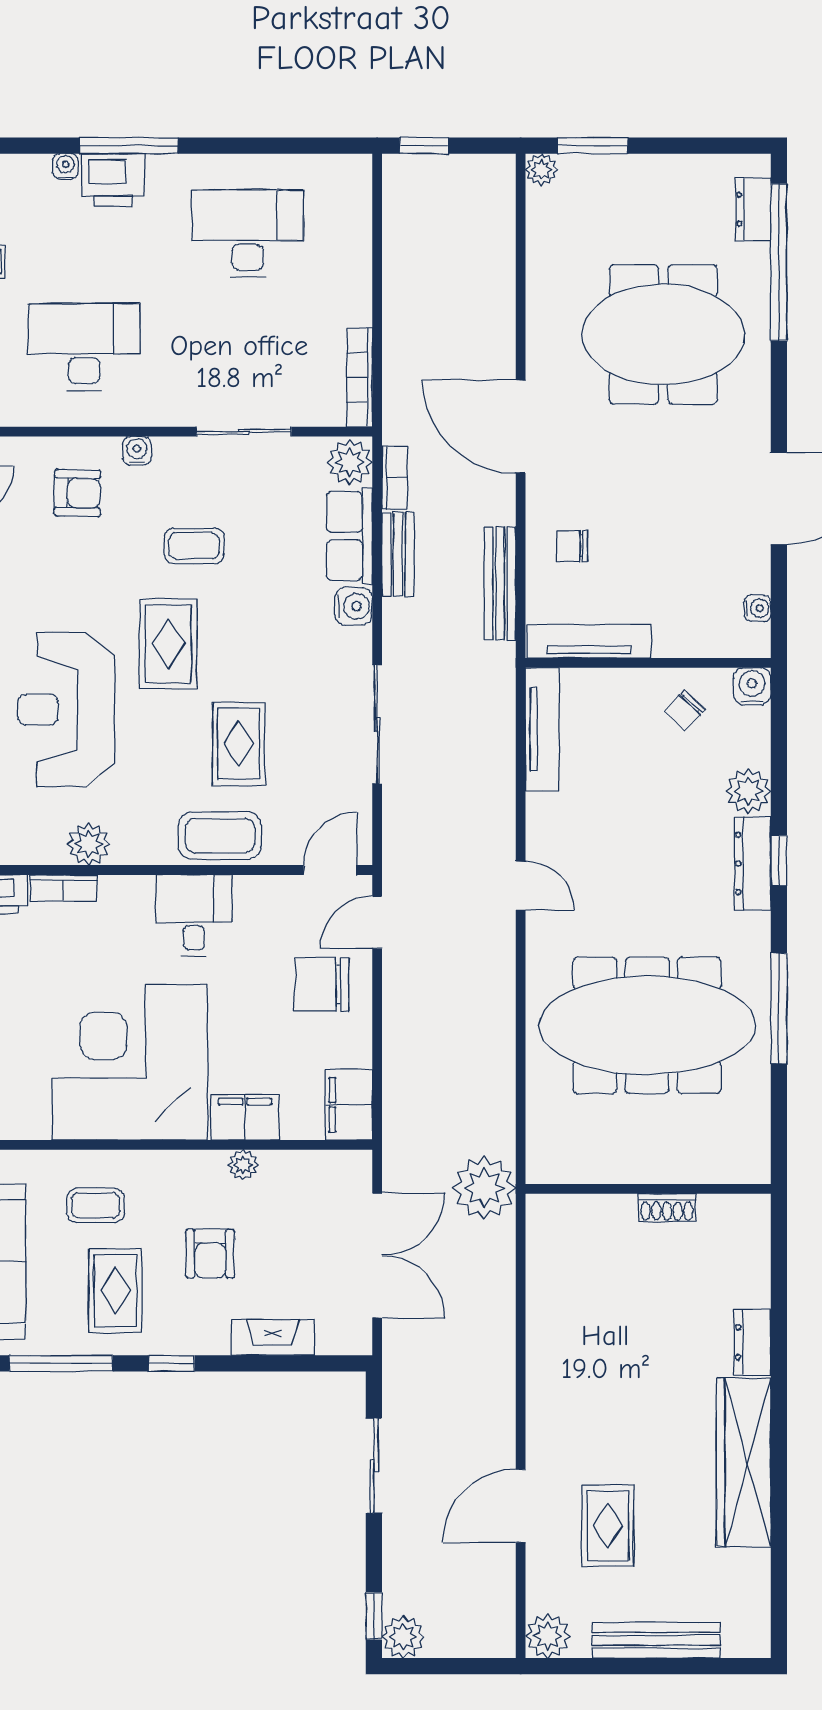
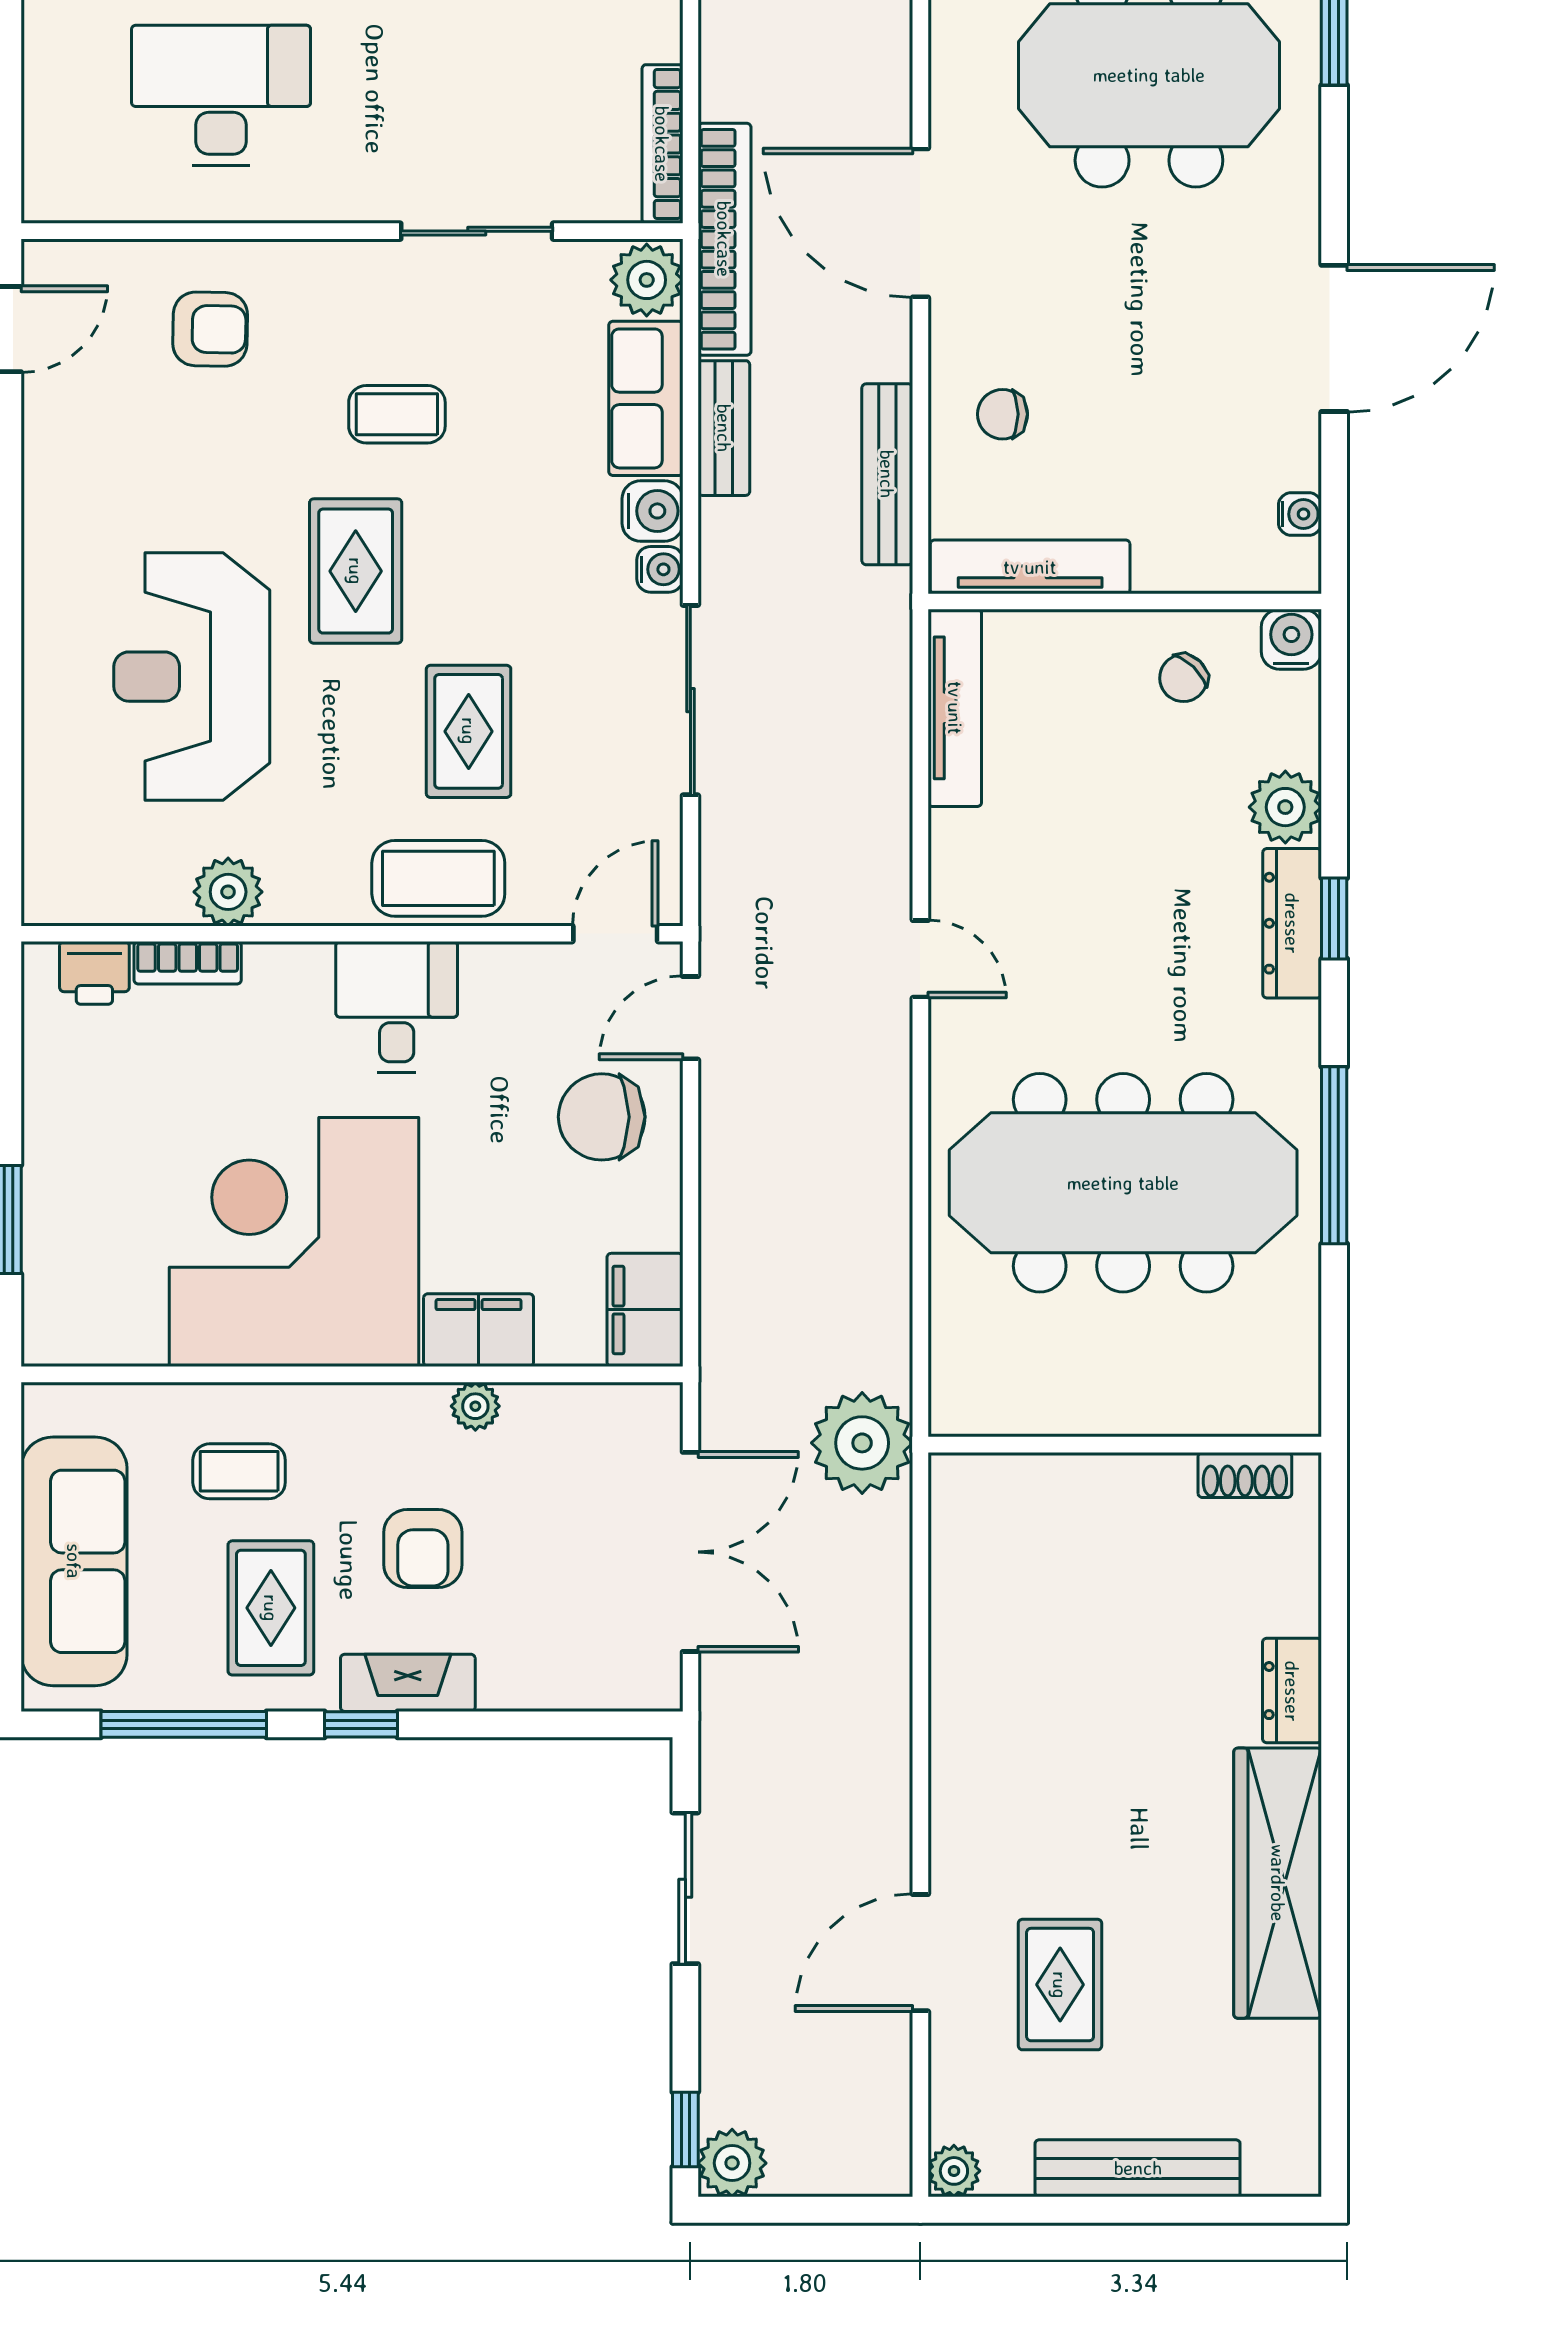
water cooler: (137, 451) -> (660, 569), moved, turned 90
bookcase: (394, 478) -> (724, 239), width x2.31, depth x1.31
shoe rack: (667, 1208) -> (1245, 1475), moved
fireplace: (273, 1337) -> (408, 1683), moved
plant: (548, 1636) -> (954, 2171), width x0.73, depth x0.73

